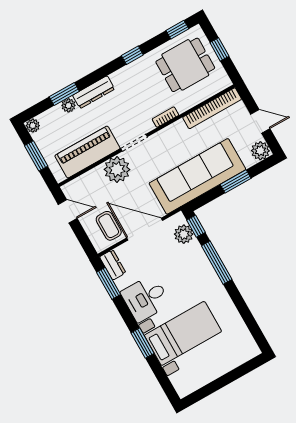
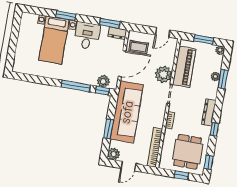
dresser: (94, 92) -> (209, 113), moved

